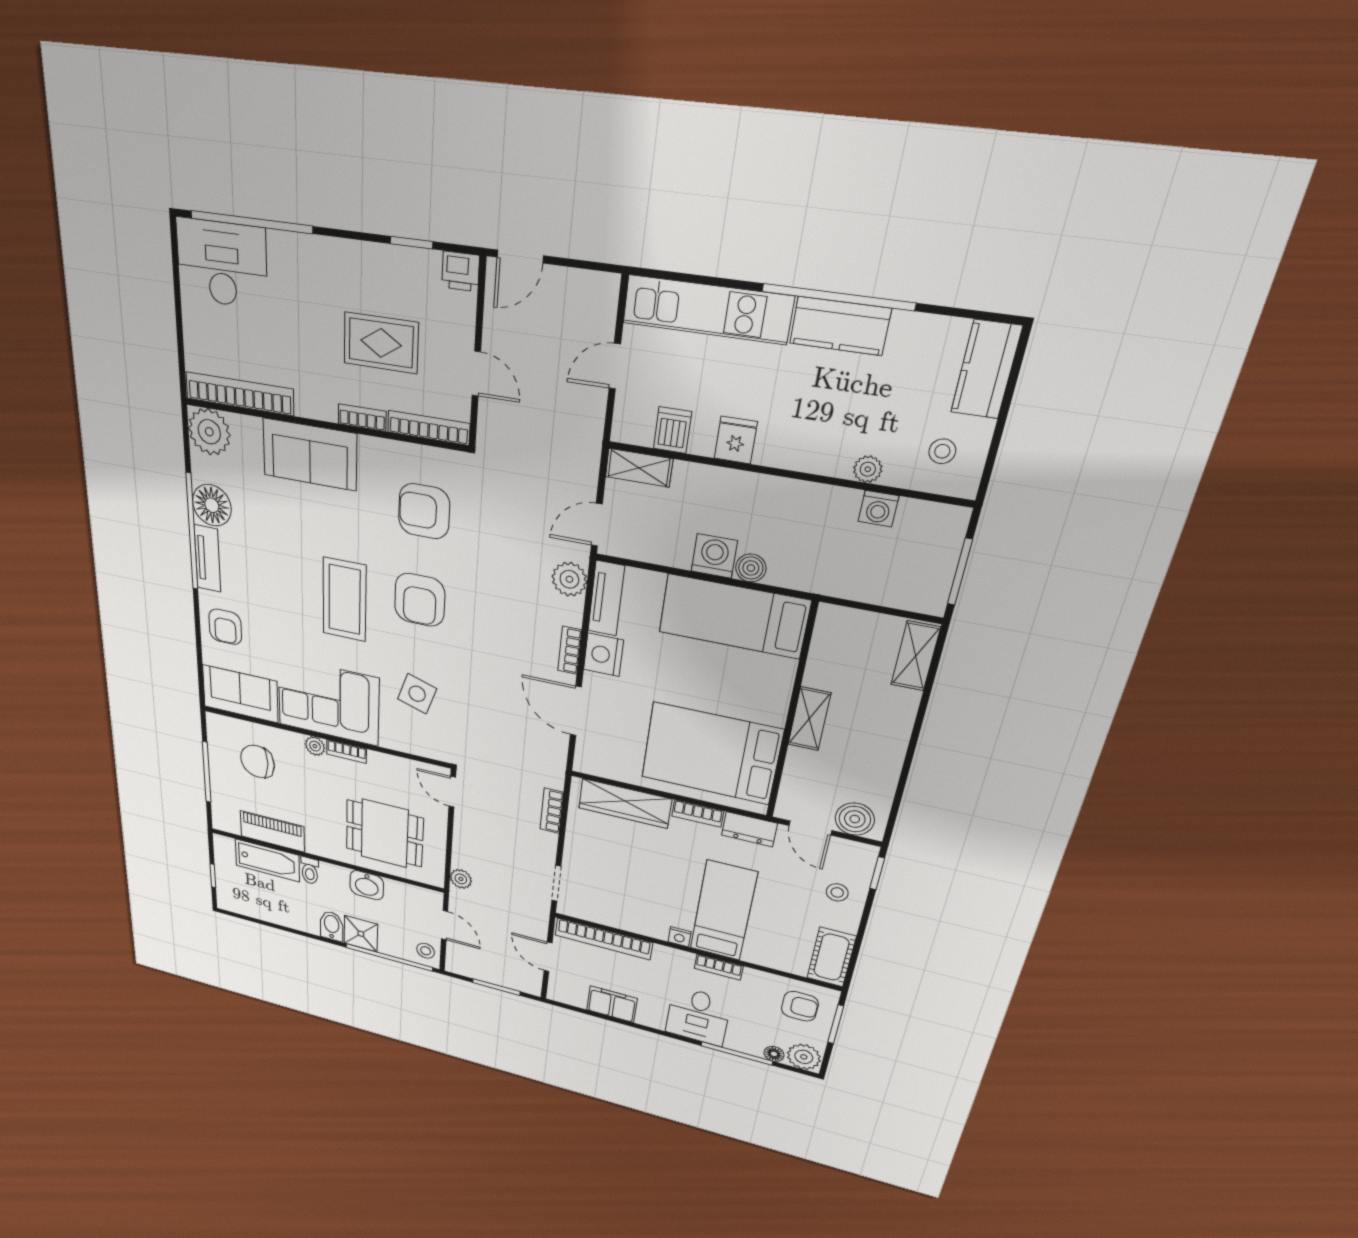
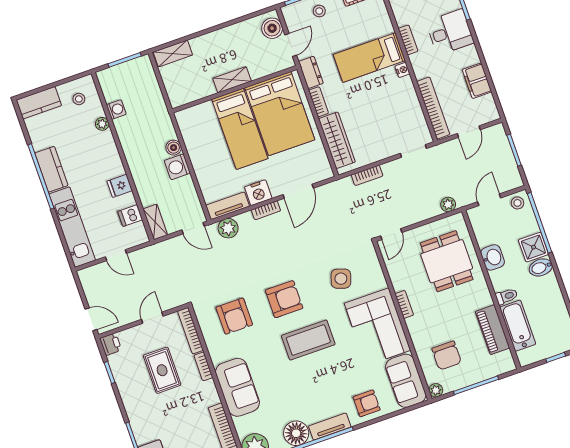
bed: (734, 616) -> (240, 129), moved
plant: (315, 746) -> (436, 390), moved

